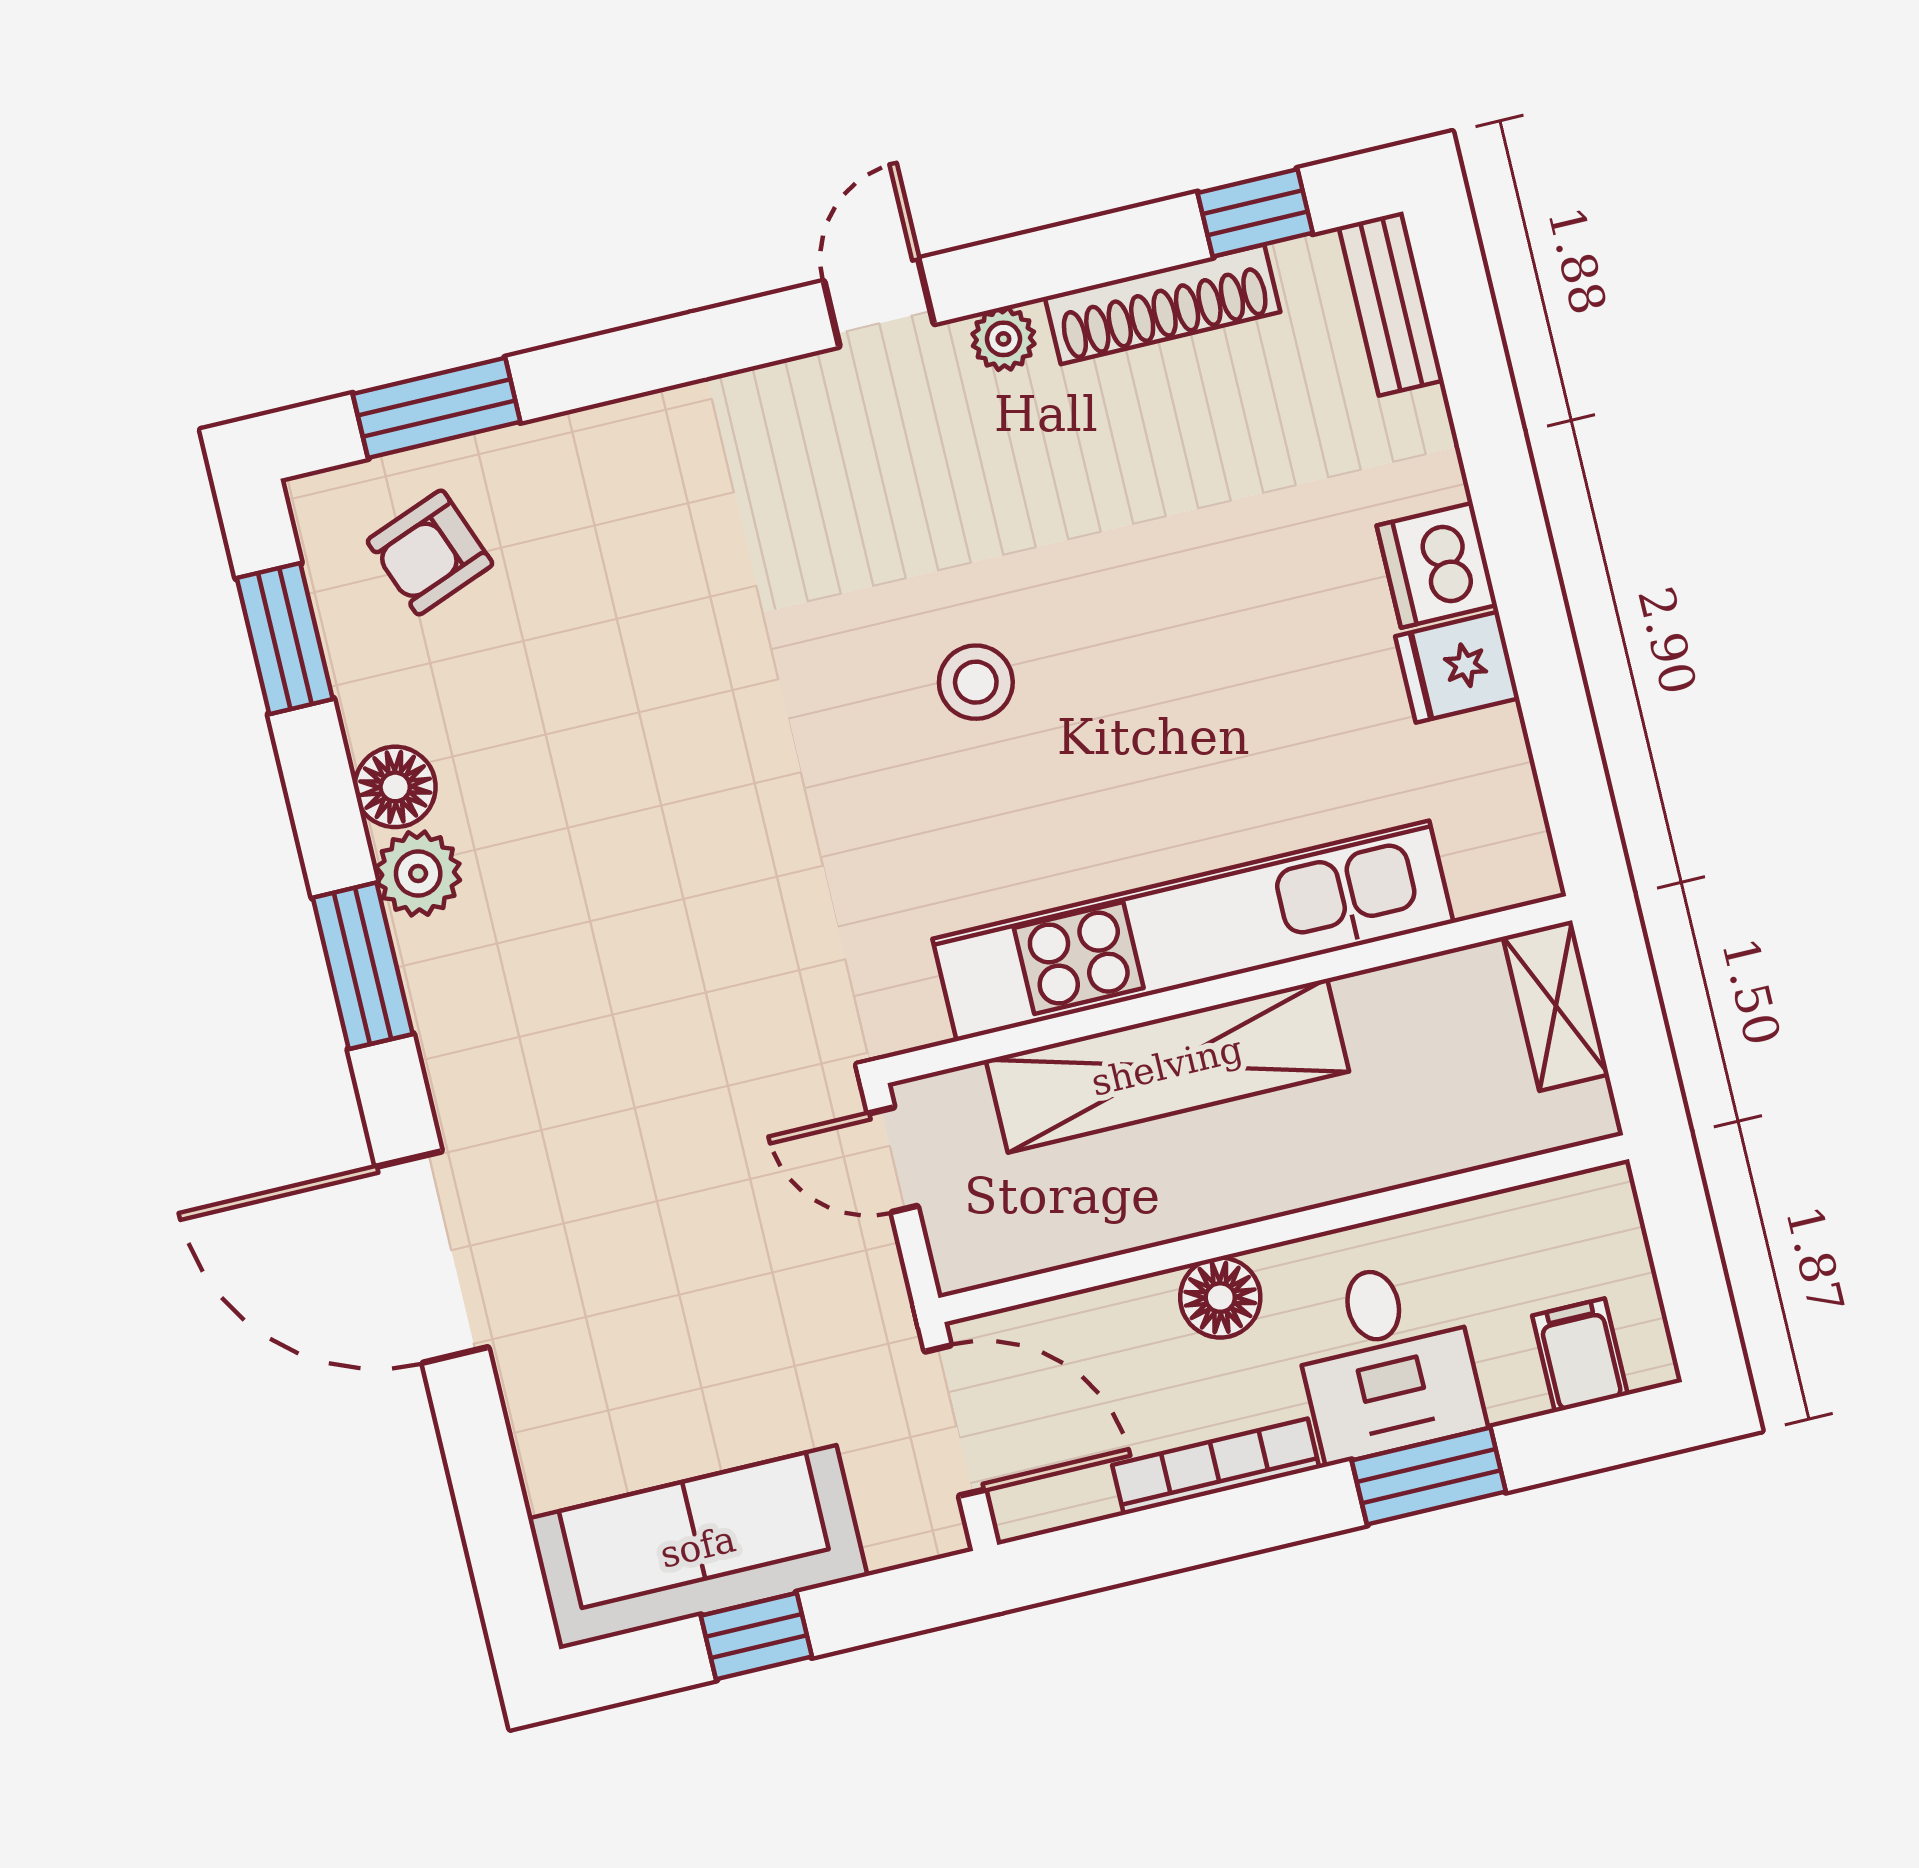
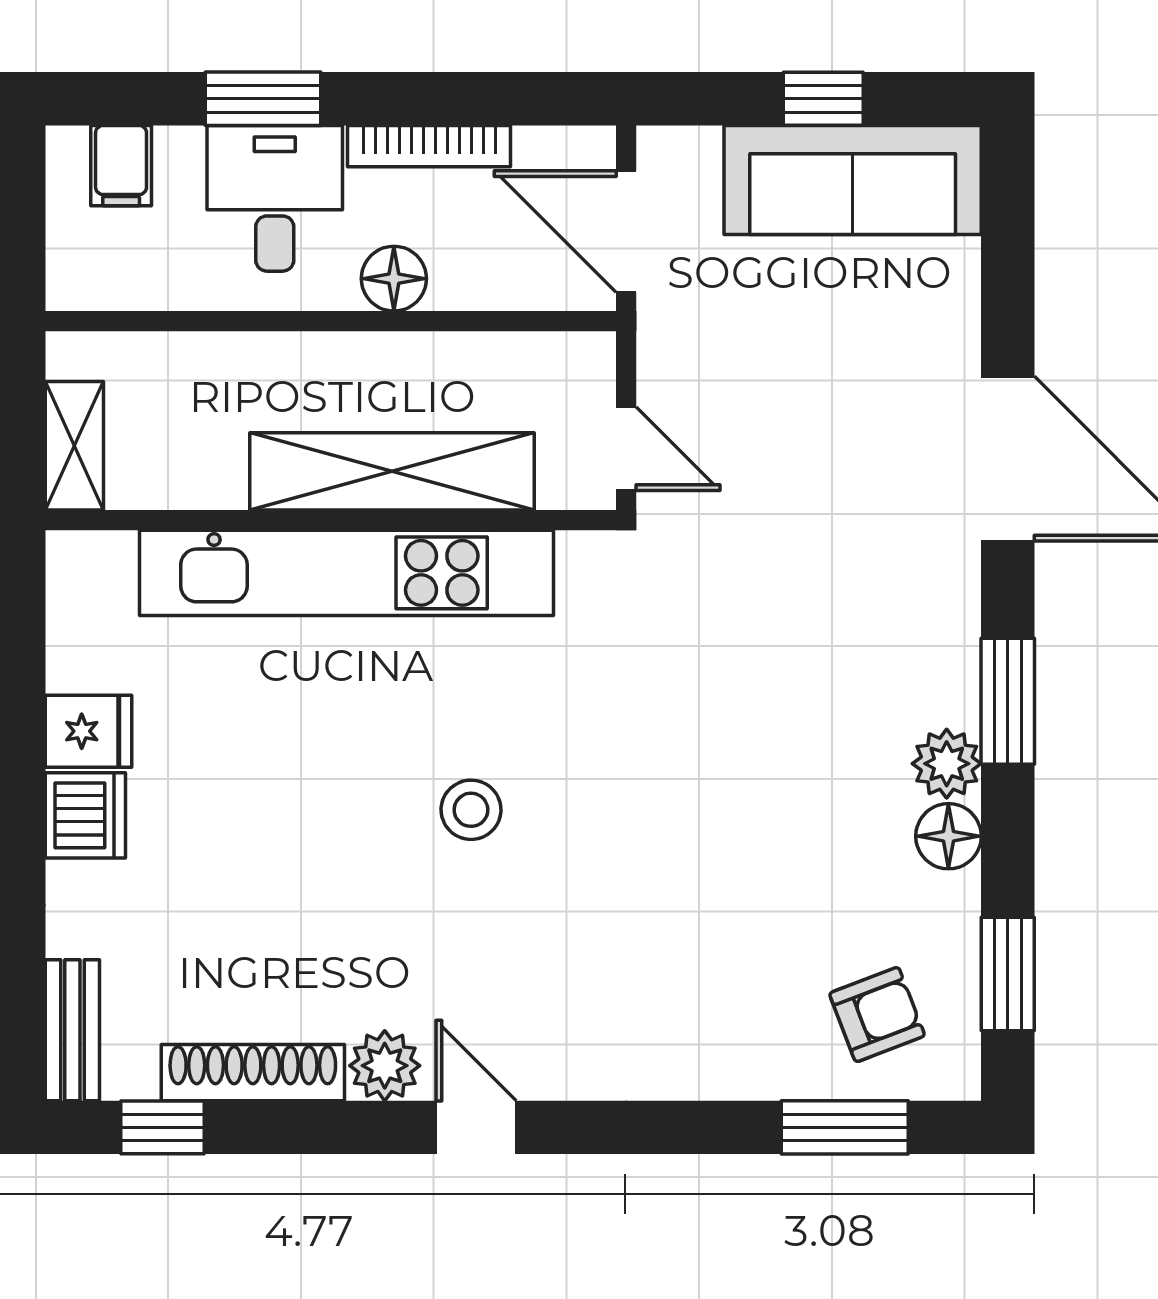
door: (879, 302) -> (476, 1127), swing flipped
plant: (1003, 339) -> (385, 1066), width x1.38, depth x1.38

